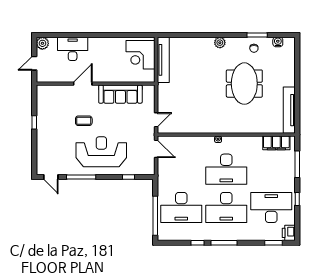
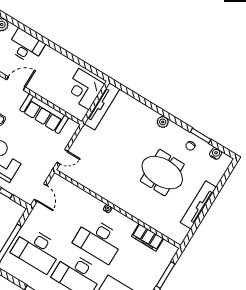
meeting table: (244, 84) -> (162, 173), turned 90
tv unit: (289, 110) -> (198, 205), moved
filing cabinet: (276, 143) -> (148, 237), moved
door: (156, 149) -> (40, 192), moved

